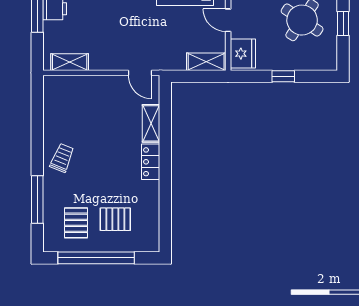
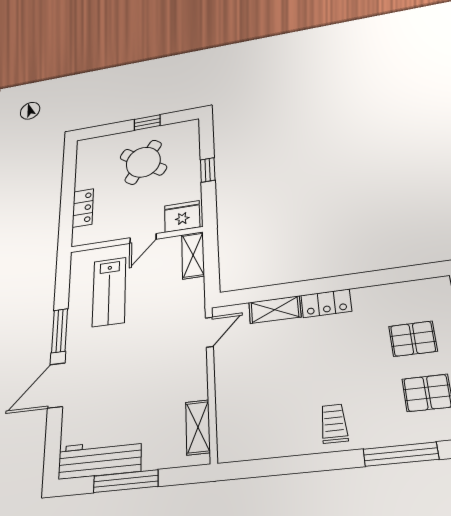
trolley: (62, 158) -> (334, 424), turned 68
pallet: (115, 219) -> (413, 339), turned 90

